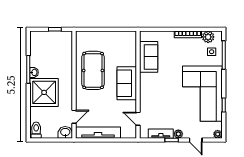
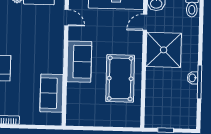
shower: (44, 92) -> (164, 50), moved

